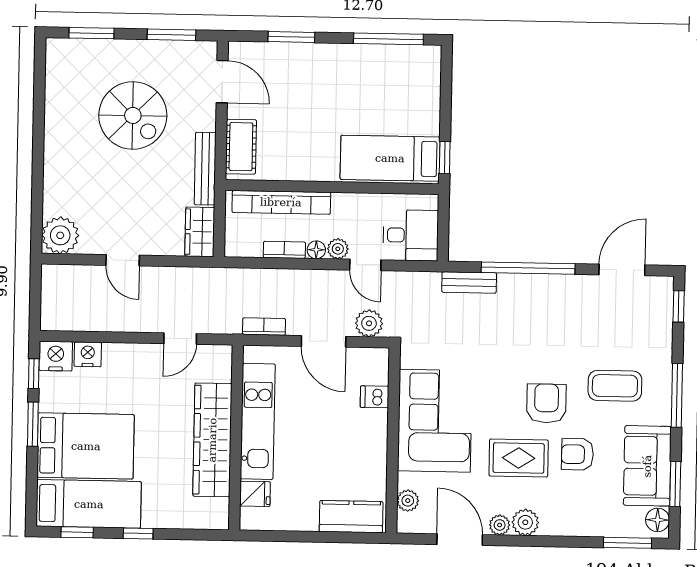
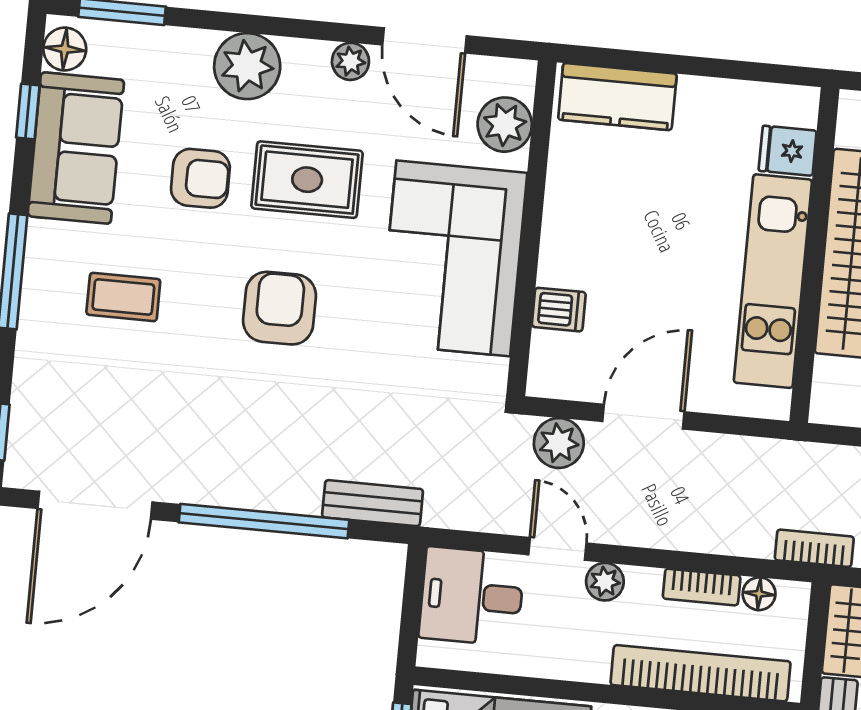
floor lamp: (316, 250) -> (759, 594), moved
door: (622, 270) -> (95, 505), width x1.36
bookcase: (264, 327) -> (814, 548), moved, turned 180
door: (324, 341) -> (643, 417), hinge flipped
coffee table: (615, 386) -> (123, 297), width x0.73, depth x0.77
armchair: (546, 403) -> (279, 308), moved, turned 180
window: (675, 484) -> (28, 111), width x0.67
plant: (408, 501) -> (505, 125), width x1.38, depth x1.38
plant: (525, 522) -> (247, 66), moved, width x1.36, depth x1.36

